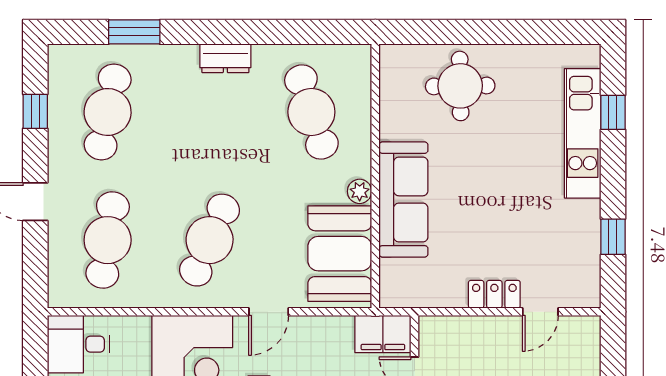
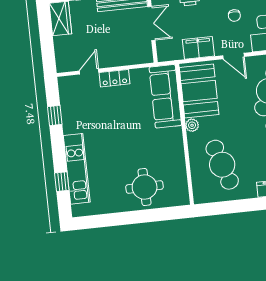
sofa: (403, 199) -> (165, 96), moved
door: (269, 312) -> (234, 56), swing flipped
filing cabinet: (383, 334) -> (198, 48), moved

